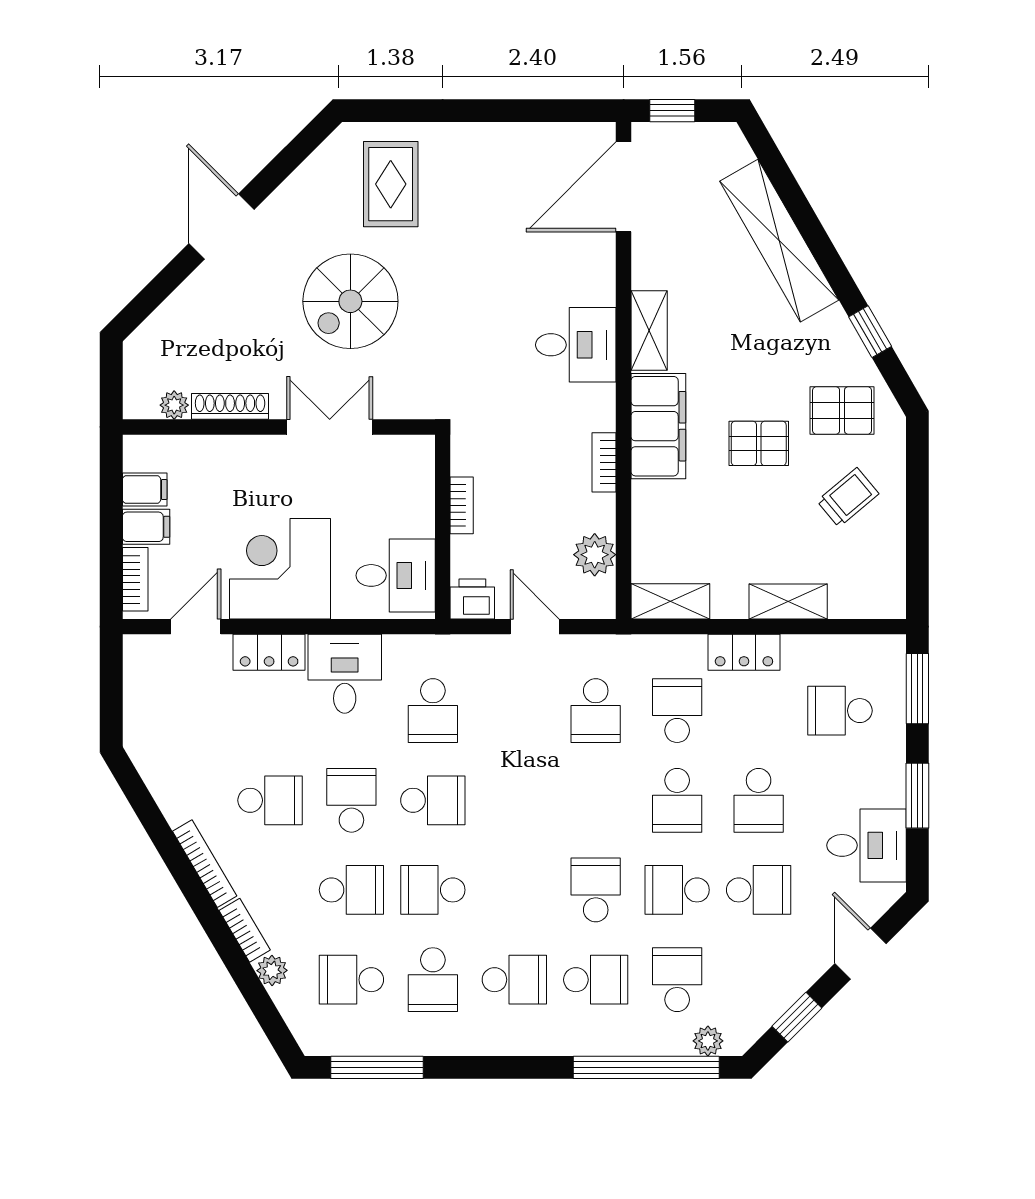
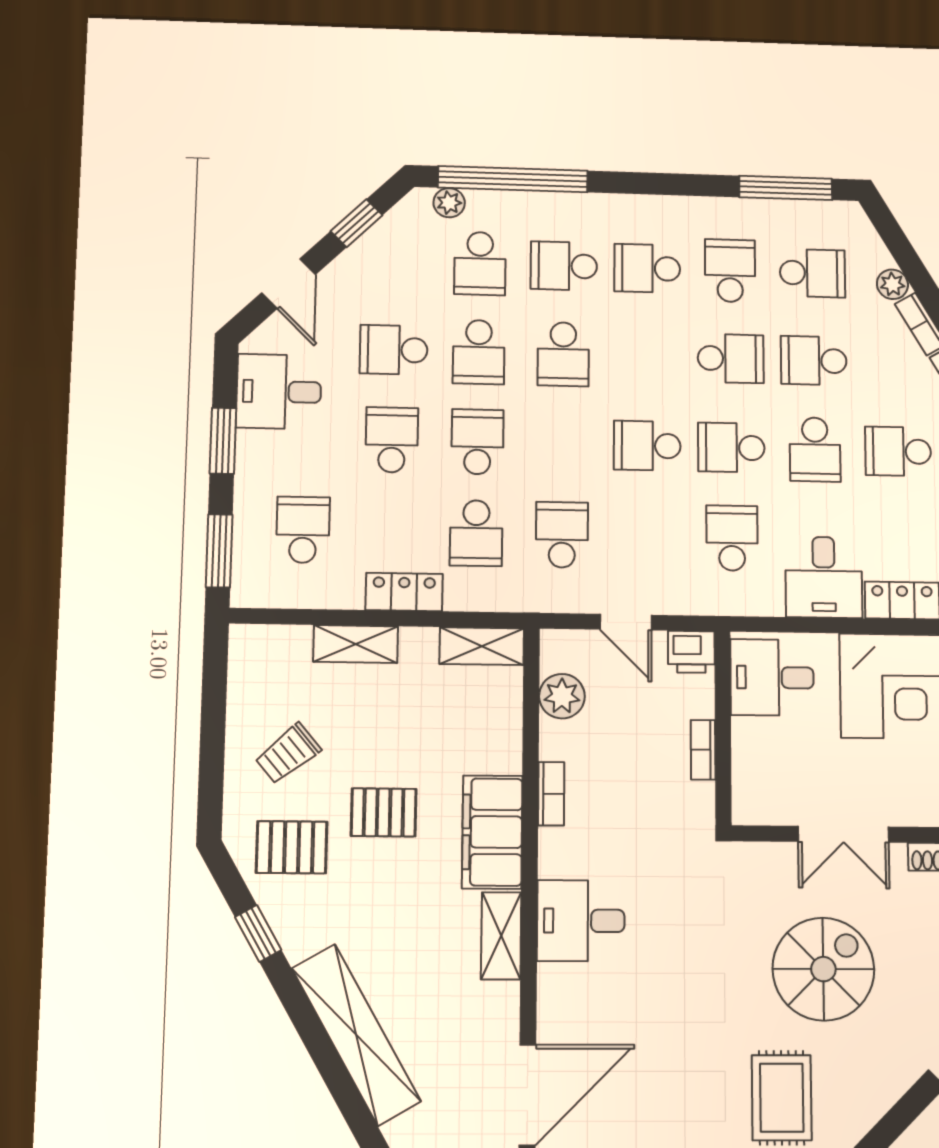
school desk: (840, 711) -> (303, 530), turned -90
school desk: (514, 800) -> (647, 446), added
school desk: (677, 890) -> (479, 352), turned 90

